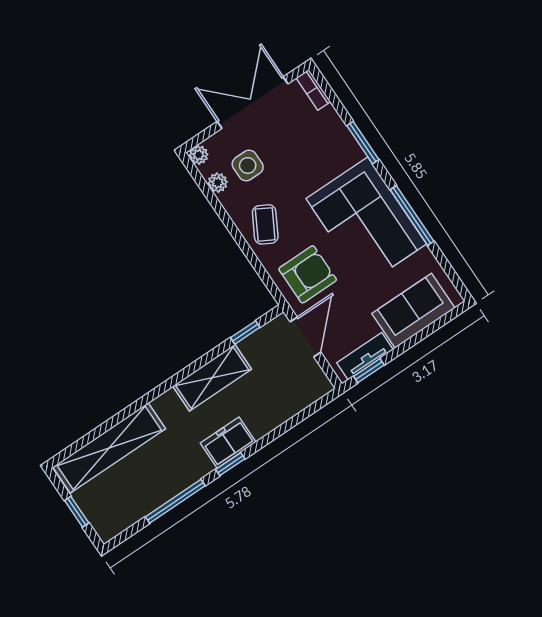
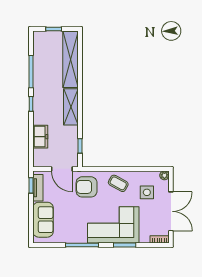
plant: (218, 183) -> (148, 176), removed
corner sofa: (366, 221) -> (113, 225), moved
armchair: (308, 274) -> (87, 187), turned 90
shelving: (212, 378) -> (71, 107), moved
freezer: (228, 443) -> (40, 137), moved

